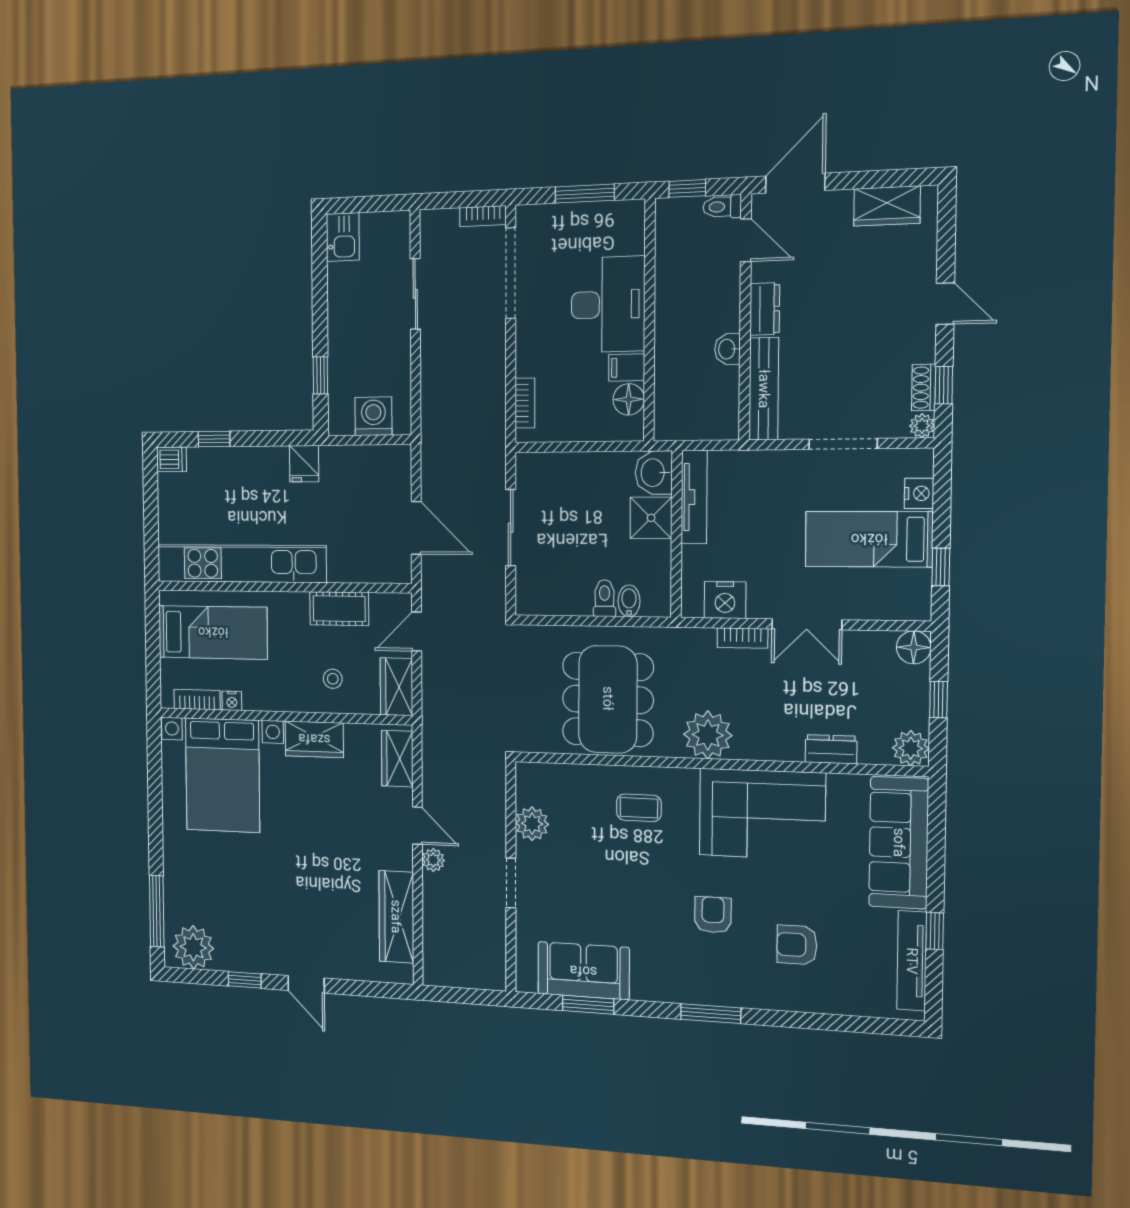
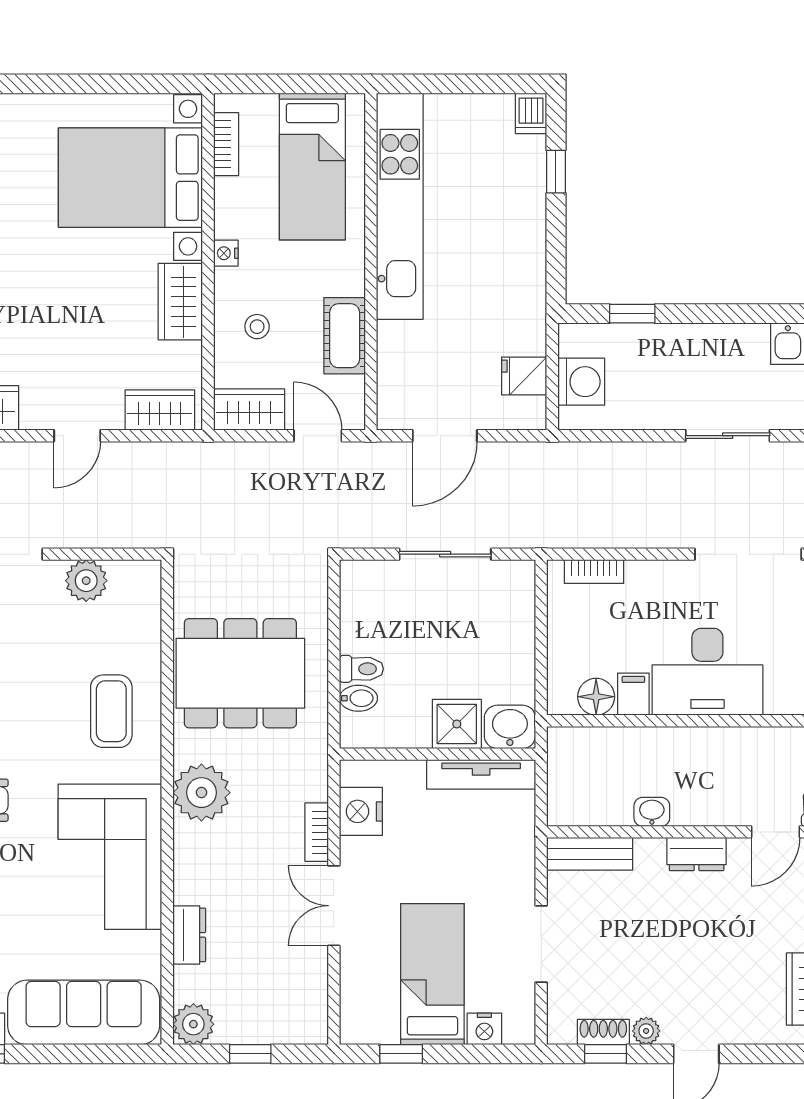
bench: (764, 389) -> (590, 854), width x0.73
plant: (922, 426) -> (646, 1031), moved
fridge: (304, 464) -> (524, 376), moved
floor lamp: (914, 647) -> (309, 1026), removed
nightstand: (232, 701) -> (226, 253), moved
coffee table: (639, 808) -> (111, 711), width x1.36, depth x1.30
plant: (433, 860) -> (35, 456), removed

